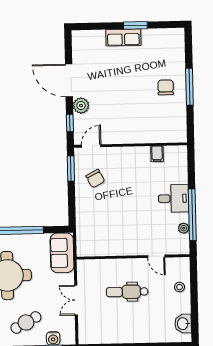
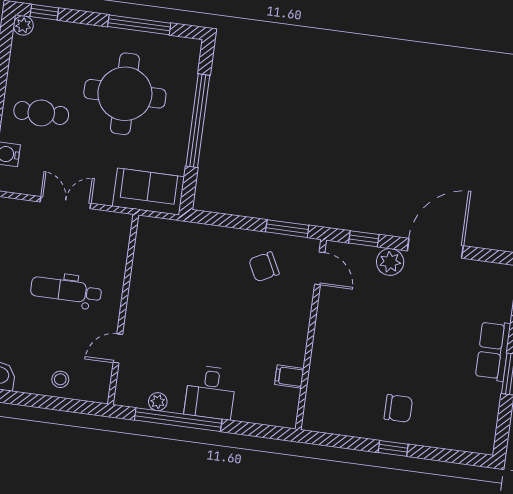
window: (189, 87) -> (393, 448), width x0.46
dental chair: (127, 292) -> (66, 290), turned -90
cafe table: (26, 322) -> (41, 113), turned -62

